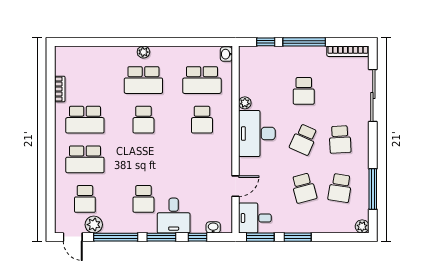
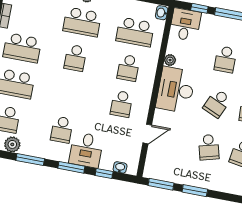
school desk: (202, 159) -> (122, 104), added
desk: (255, 218) -> (185, 25), moved, turned 90
window: (116, 237) -> (30, 160), width x0.69

